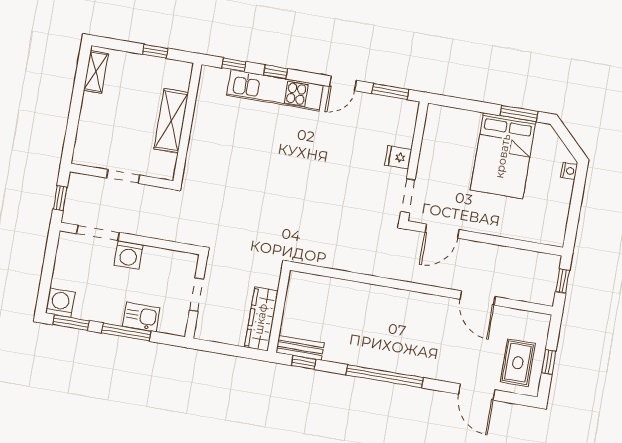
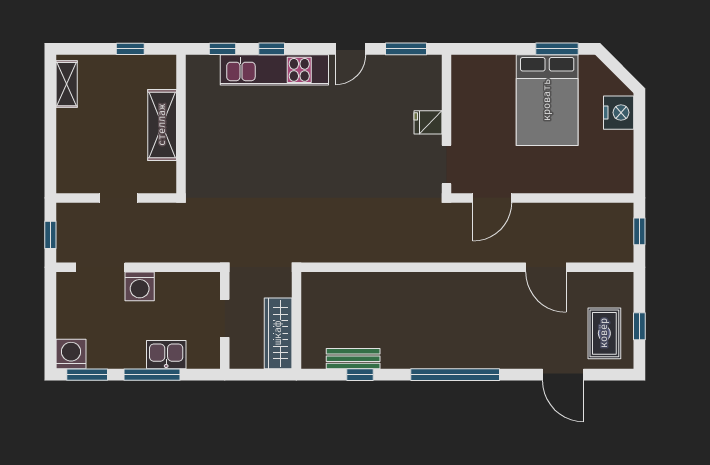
nightstand: (569, 171) -> (619, 113), width x1.89, depth x1.79
wall: (279, 311) -> (296, 320), moved
wardrobe: (261, 319) -> (278, 333), moved

